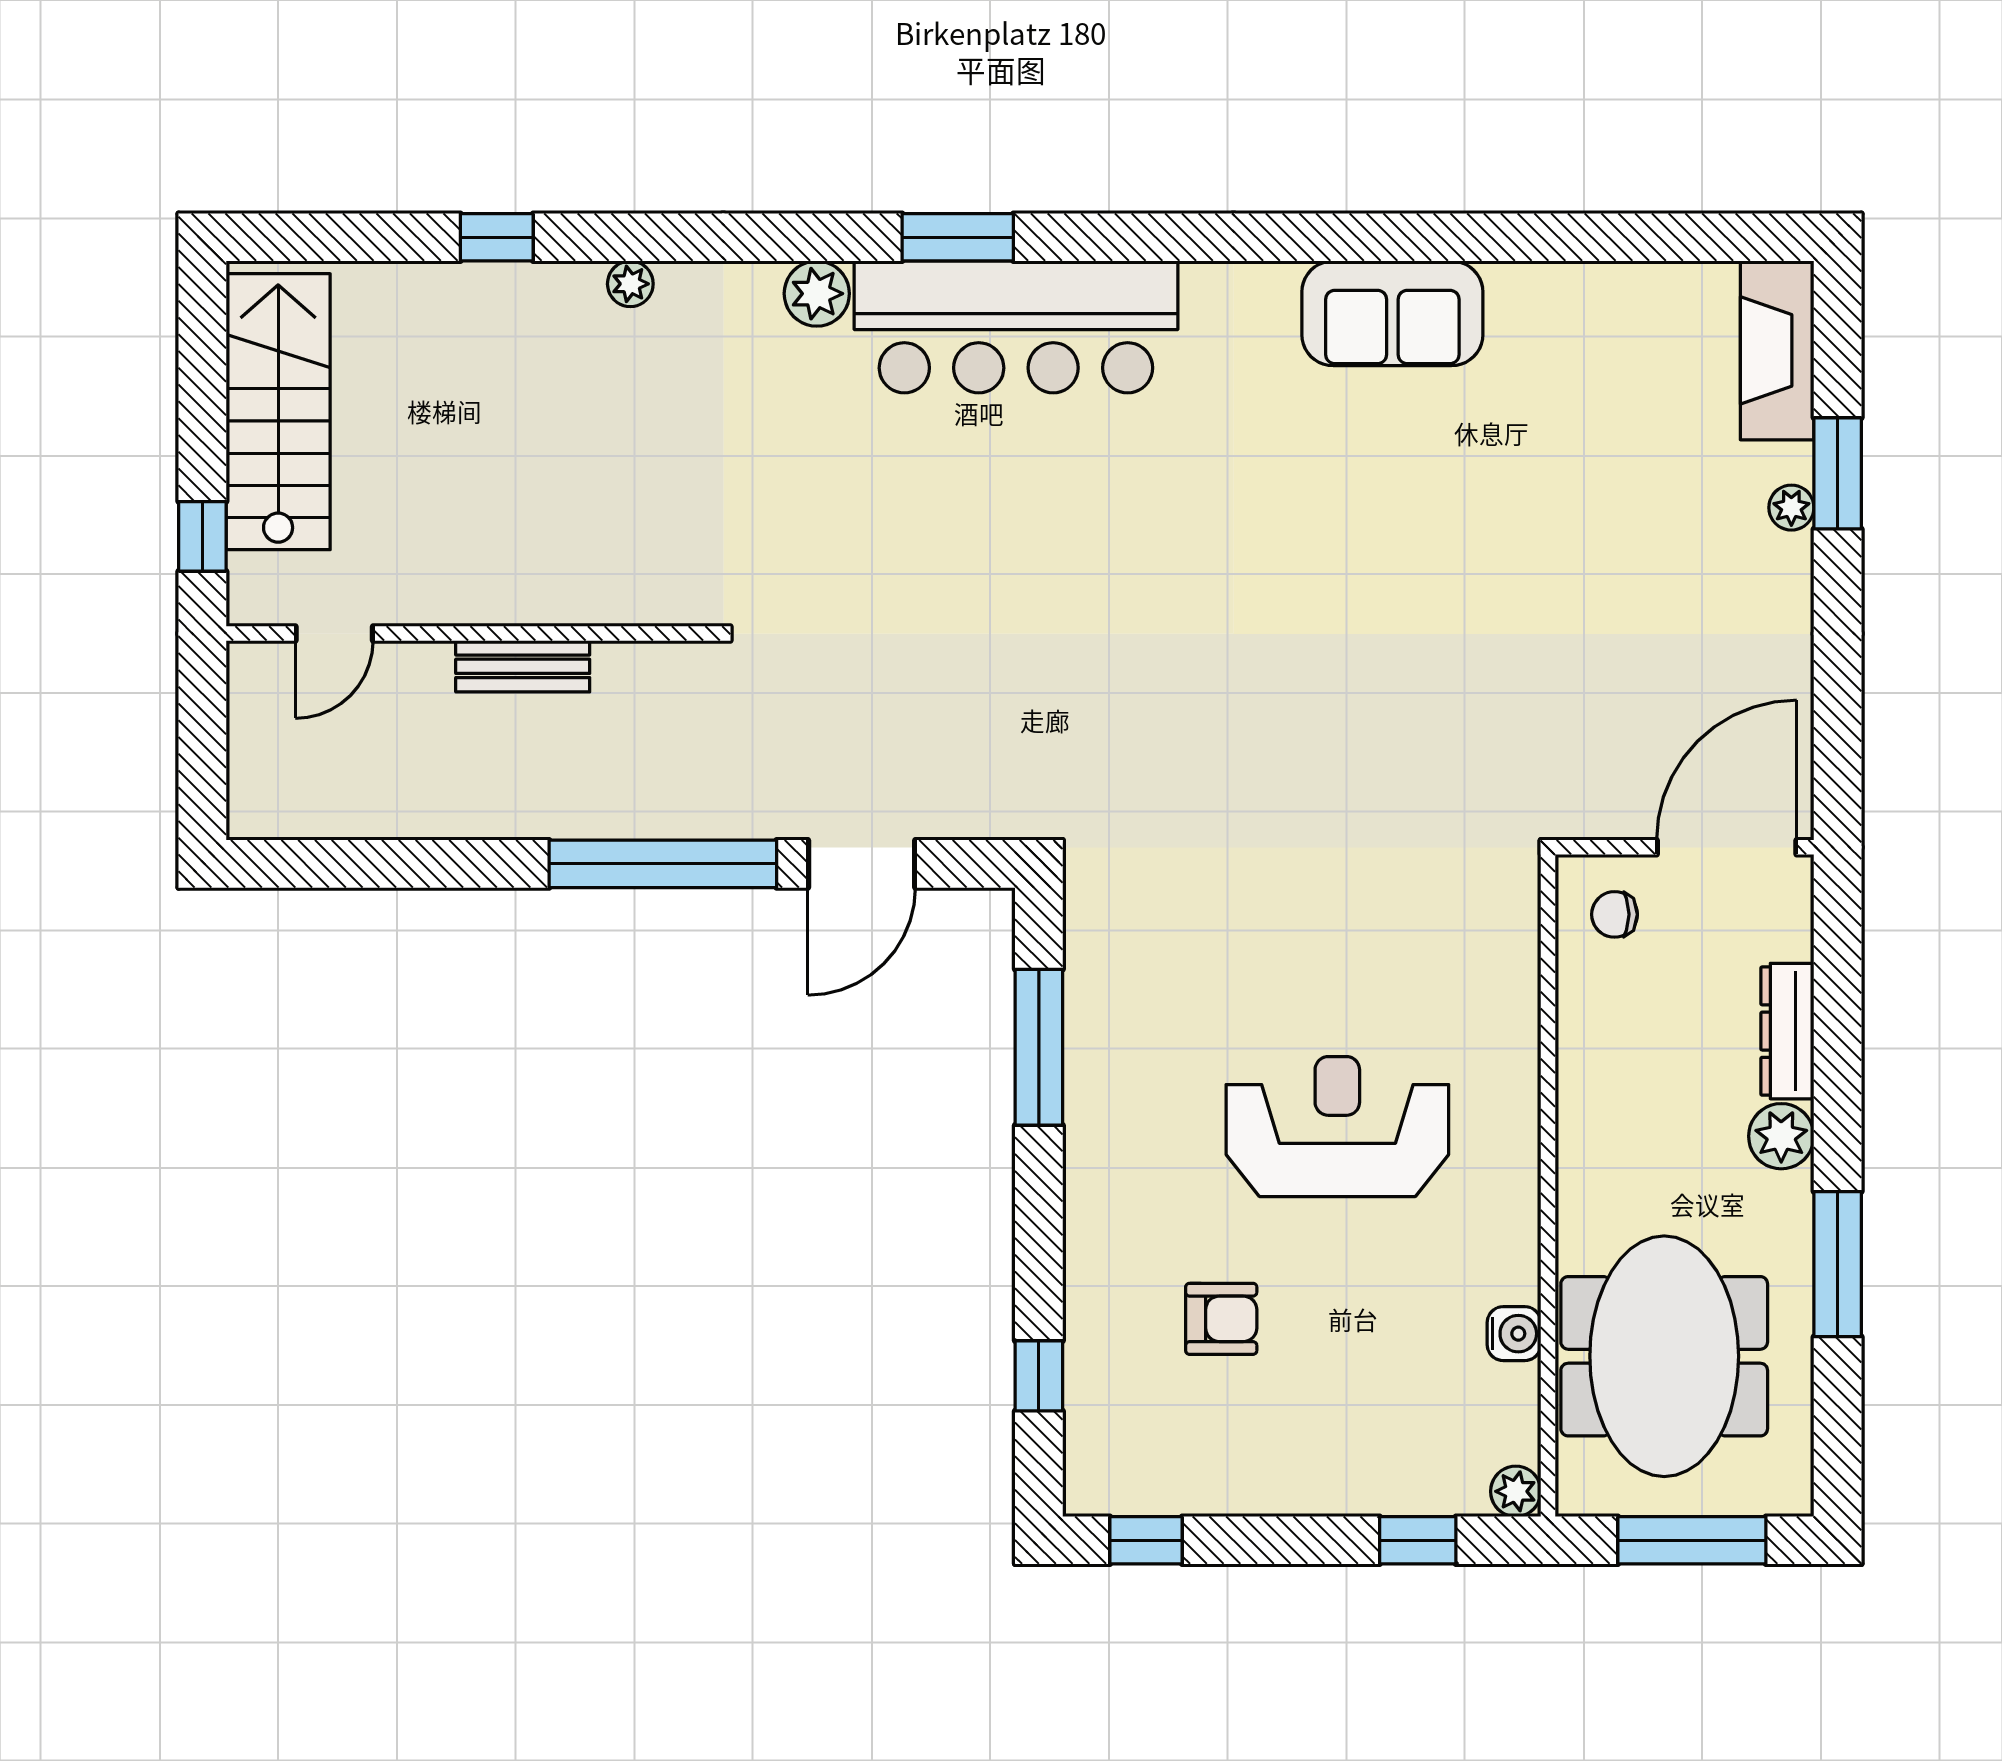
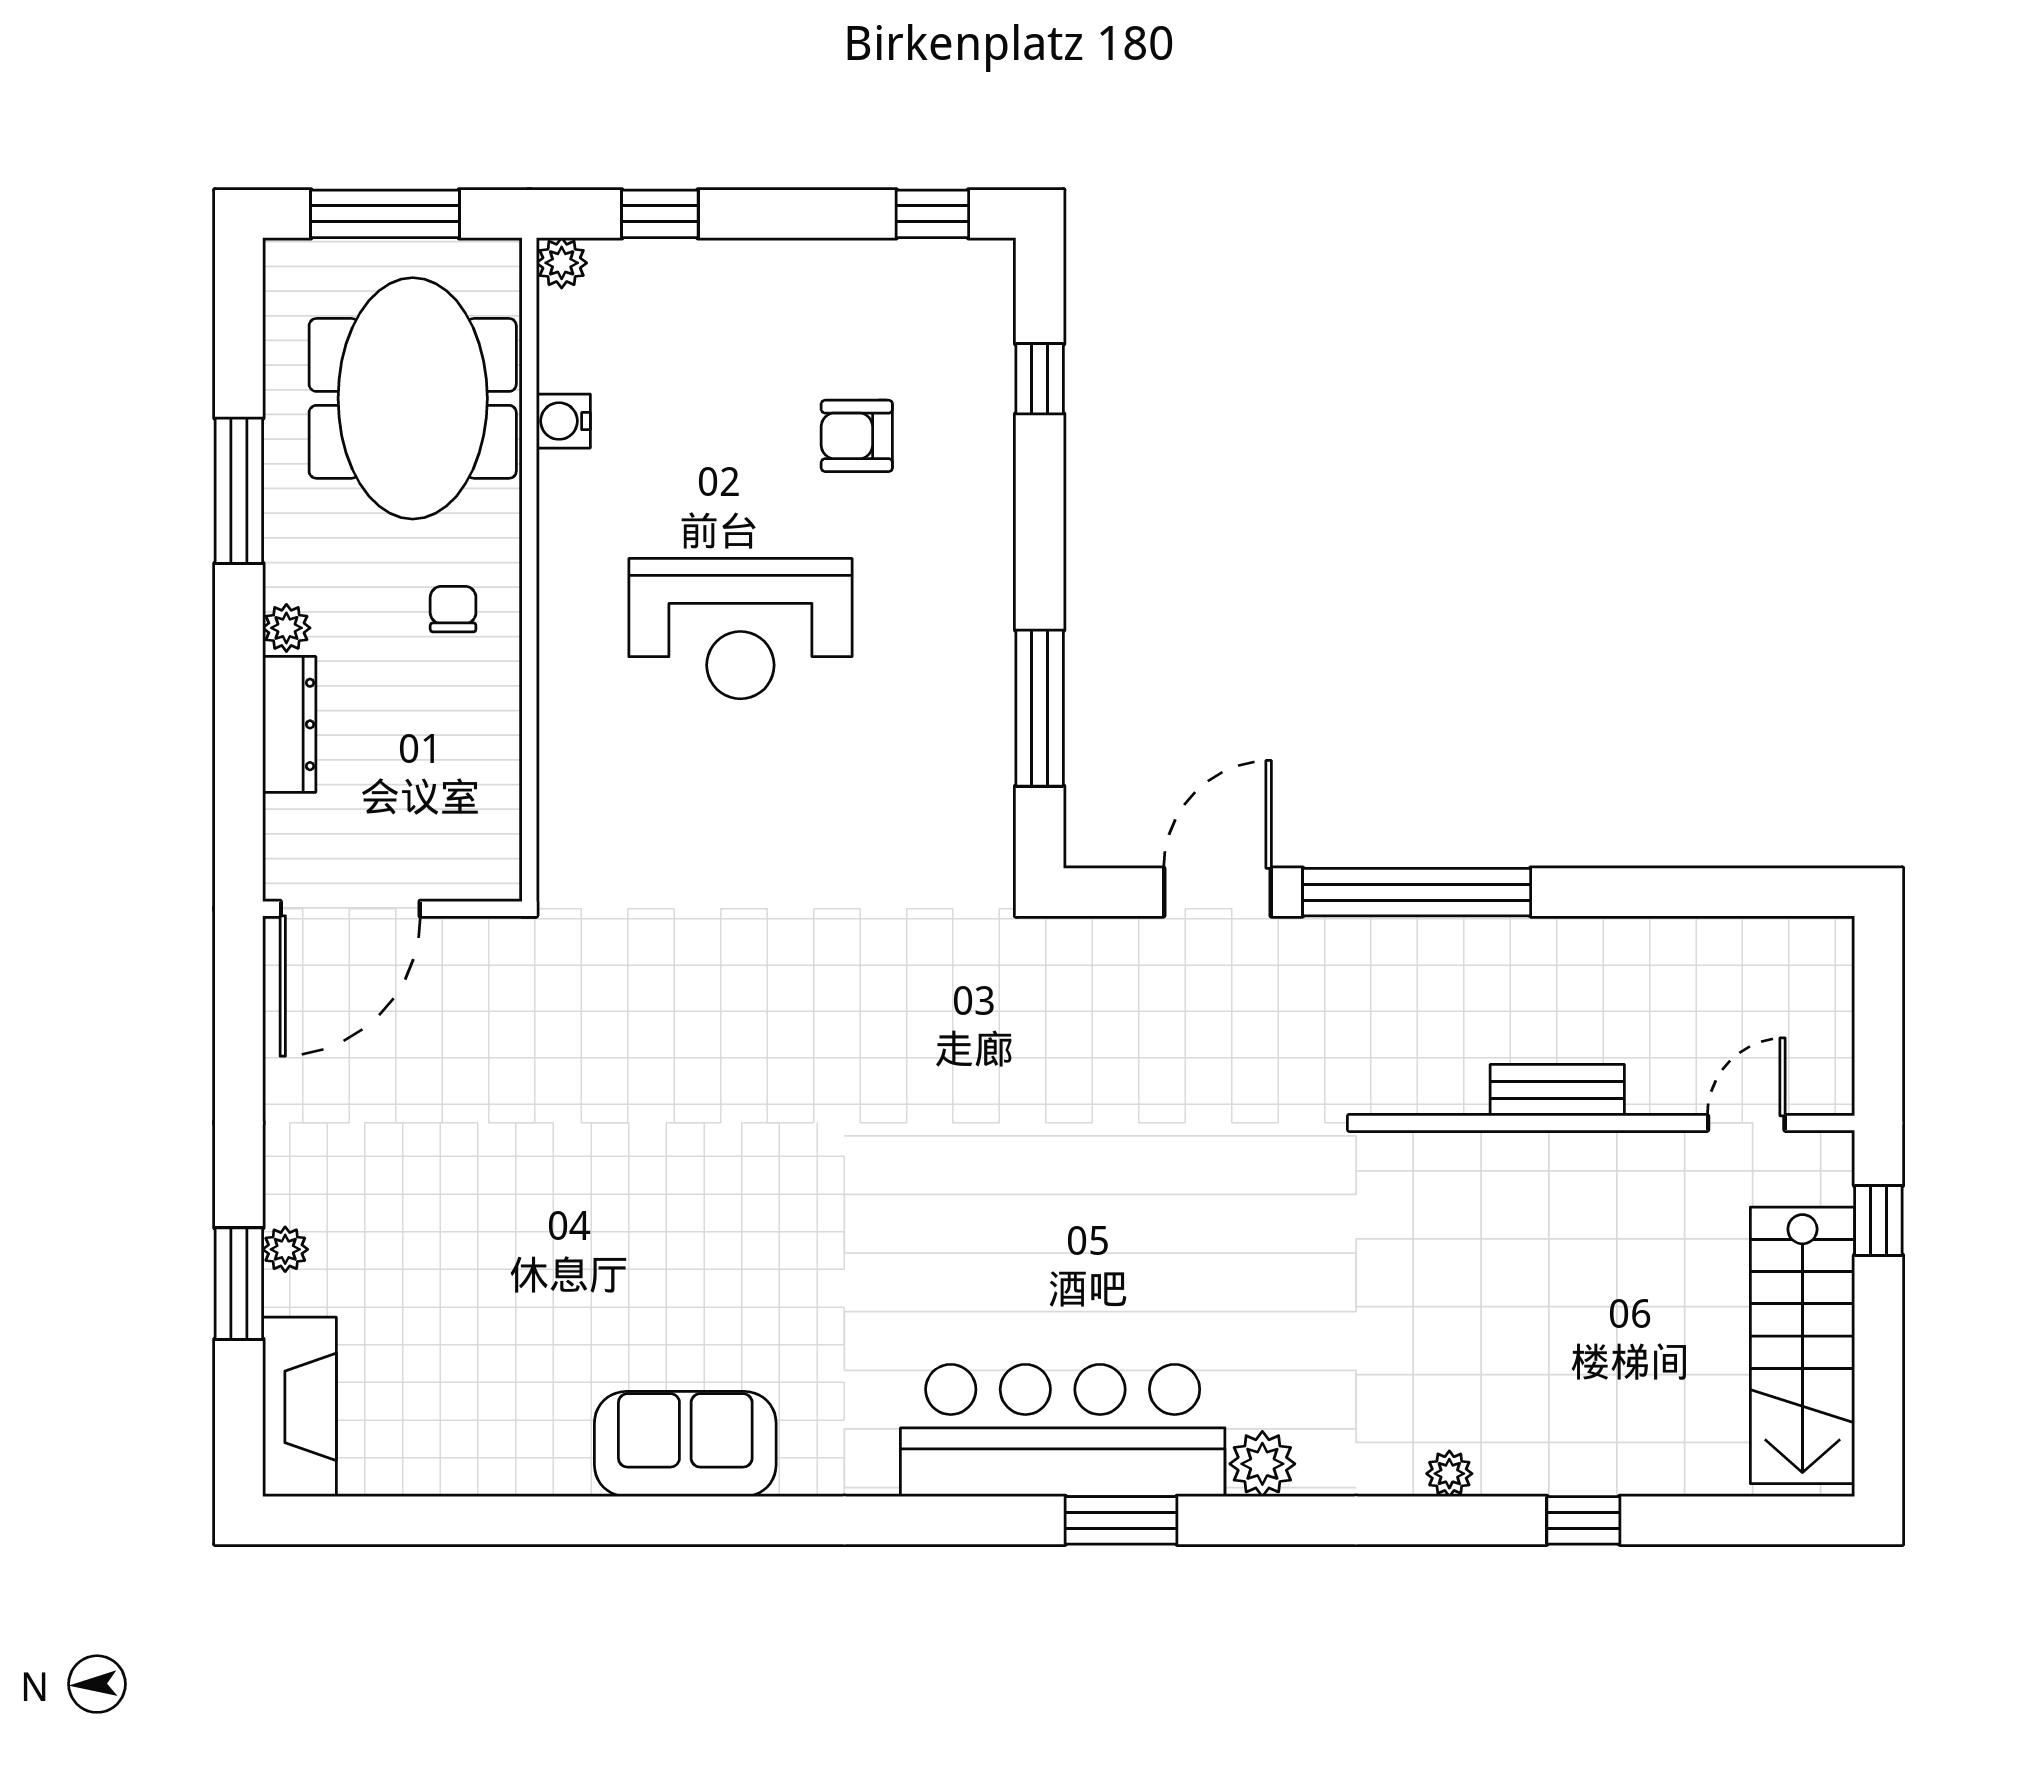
chair: (1615, 914) -> (453, 609), moved, turned -90
plant: (1781, 1136) -> (286, 628), width x0.73, depth x0.73

